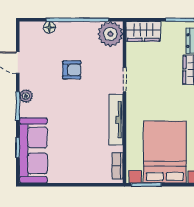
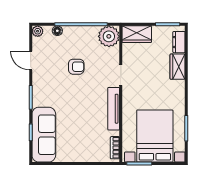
plant: (26, 96) -> (38, 31), moved

